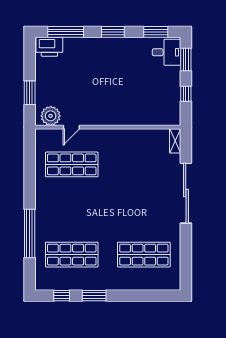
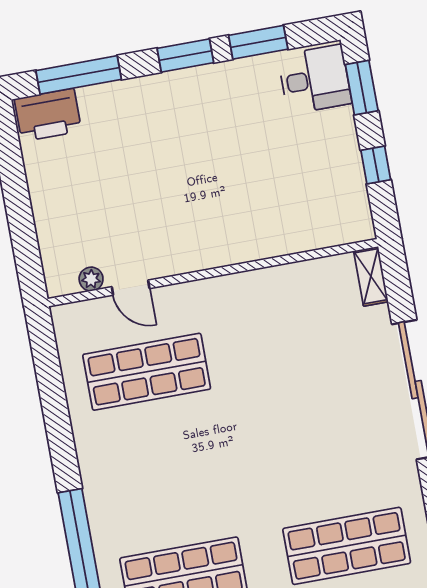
window: (156, 32) -> (258, 42), moved
window: (30, 93) -> (22, 227), removed
plant: (51, 116) -> (91, 279), width x0.53, depth x0.53
door: (71, 127) -> (131, 288), hinge flipped

